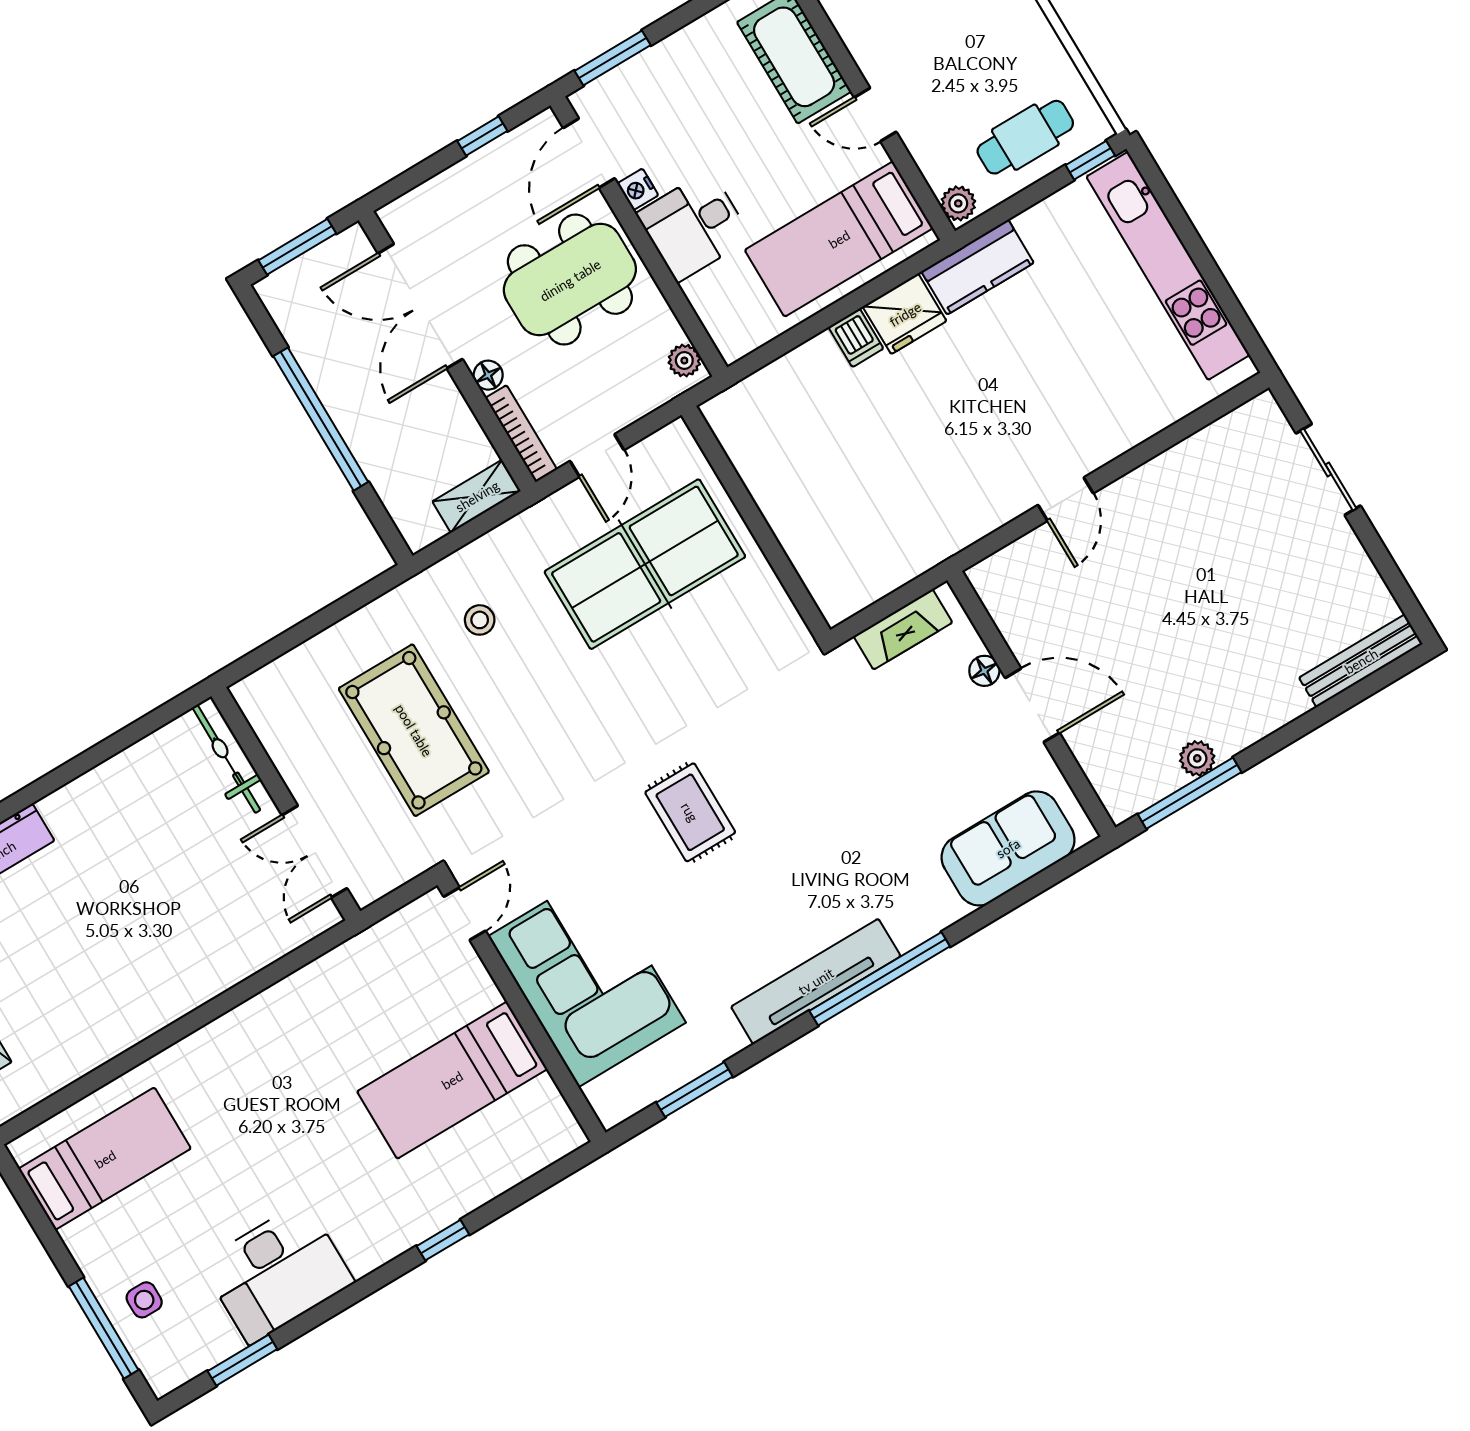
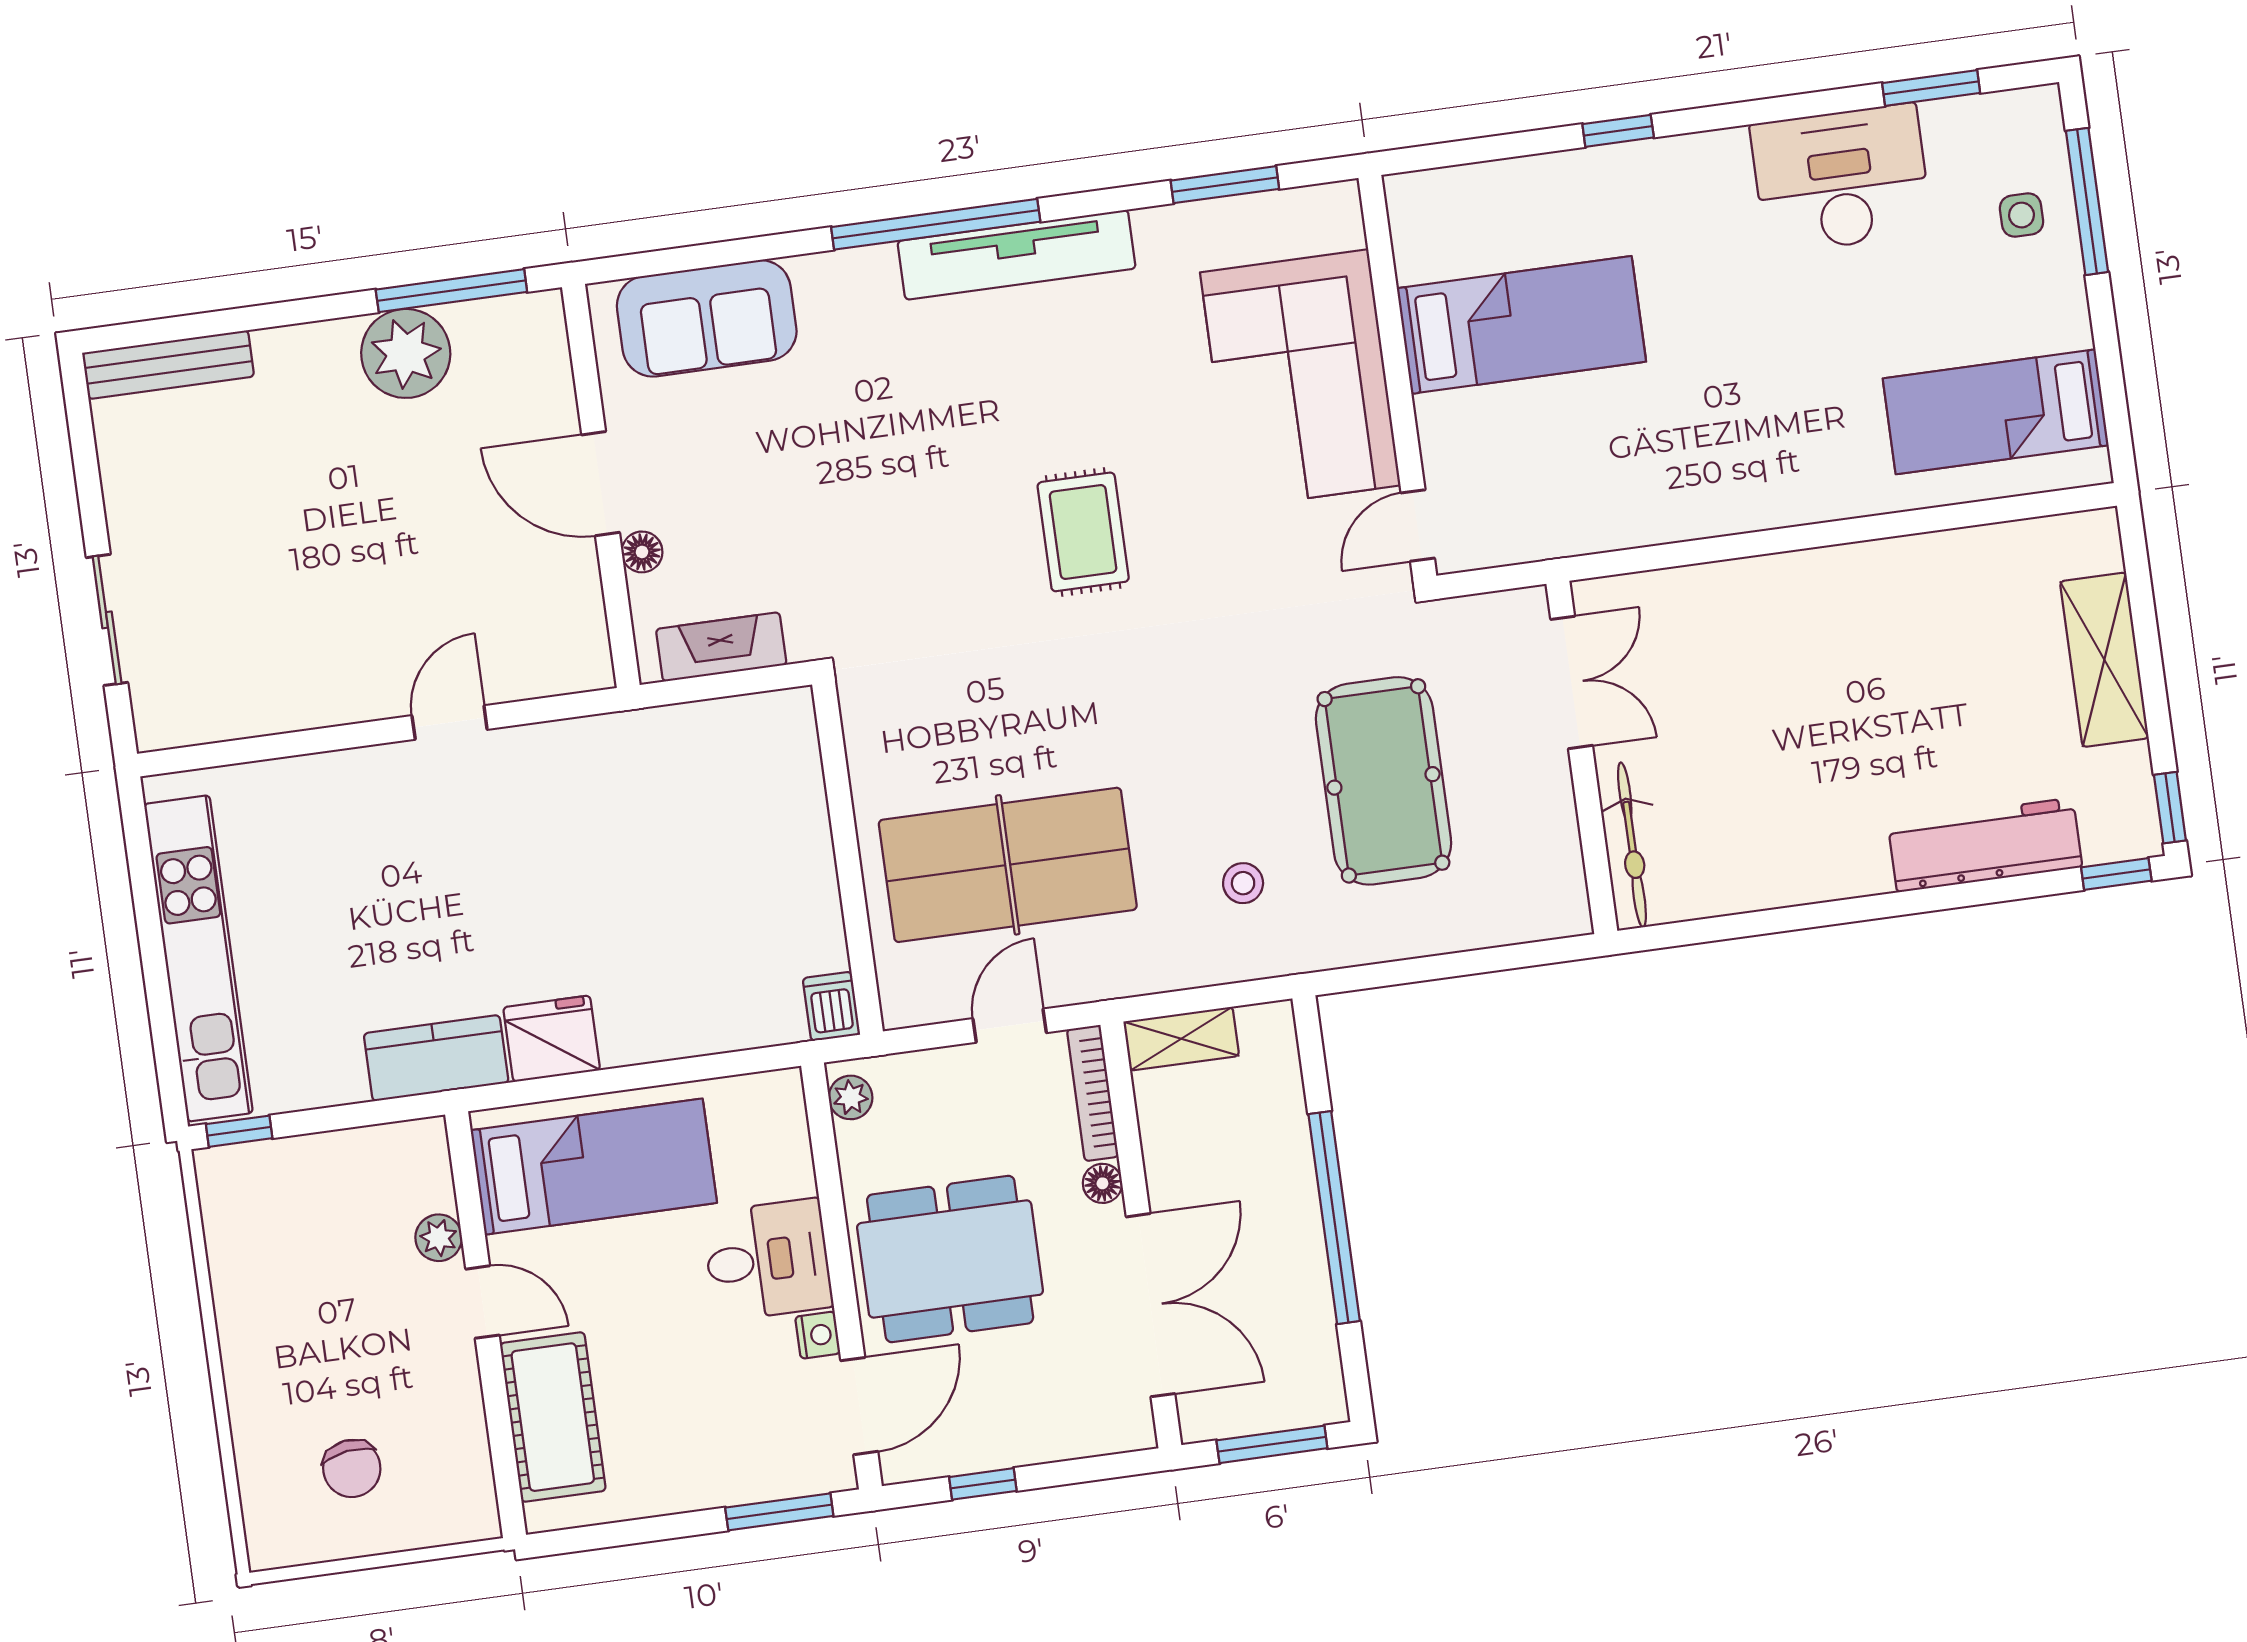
cafe table: (1025, 137) -> (308, 1194), removed
plant: (958, 203) -> (439, 1238), moved
dishwasher: (856, 338) -> (831, 1006), moved
plant: (1197, 758) -> (406, 353), width x1.87, depth x1.87

